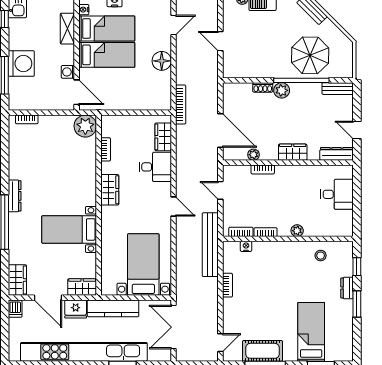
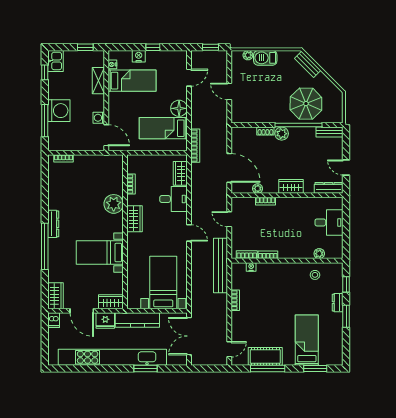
bed: (107, 55) -> (163, 128), moved, turned 180
plant: (85, 126) -> (114, 204), moved
plant: (297, 231) -> (319, 254), moved

